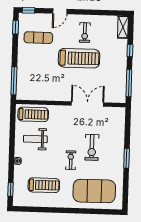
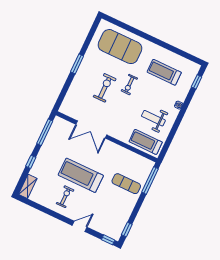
exercise mat: (38, 38) -> (126, 184), moved
weight bench: (35, 139) -> (153, 118), turned 180

